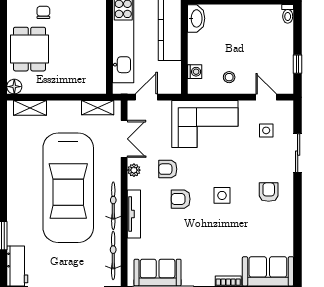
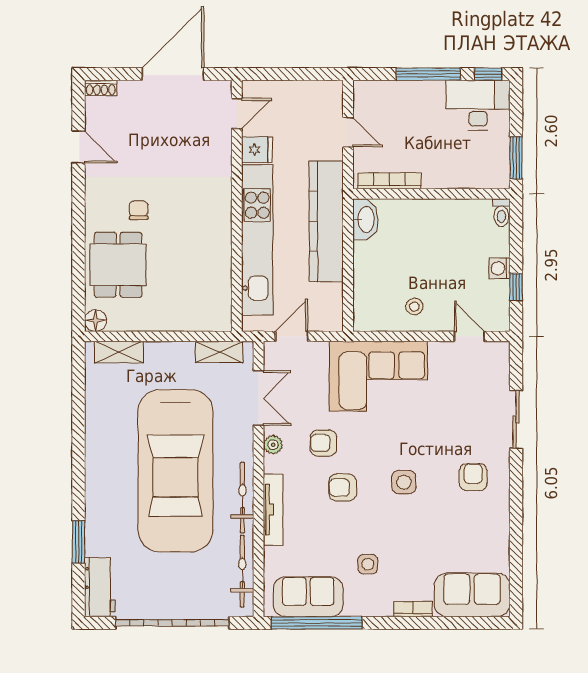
washing machine: (195, 72) -> (500, 268), moved, turned 180
side table: (266, 130) -> (368, 564), moved

